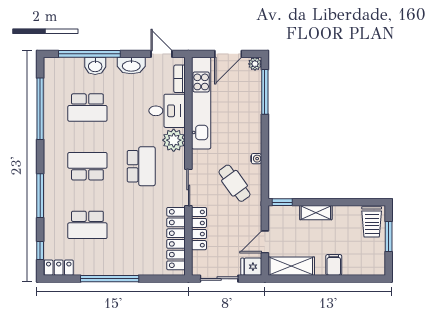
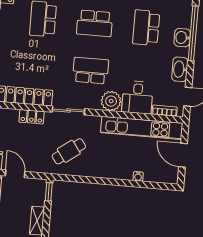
plant: (255, 64) -> (172, 178), removed
window: (265, 92) -> (147, 185), removed
water cooler: (256, 159) -> (138, 176), moved
school desk: (87, 166) -> (95, 23), turned 90
school desk: (141, 166) -> (91, 71), turned 180
locker: (199, 229) -> (32, 117), width x0.66

